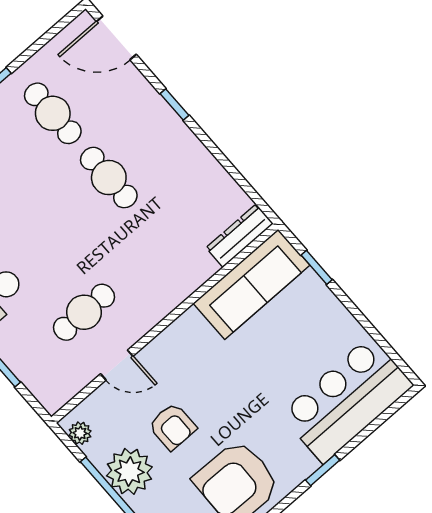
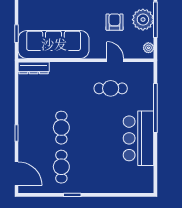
sofa: (251, 284) -> (54, 44), width x1.36, depth x1.27

